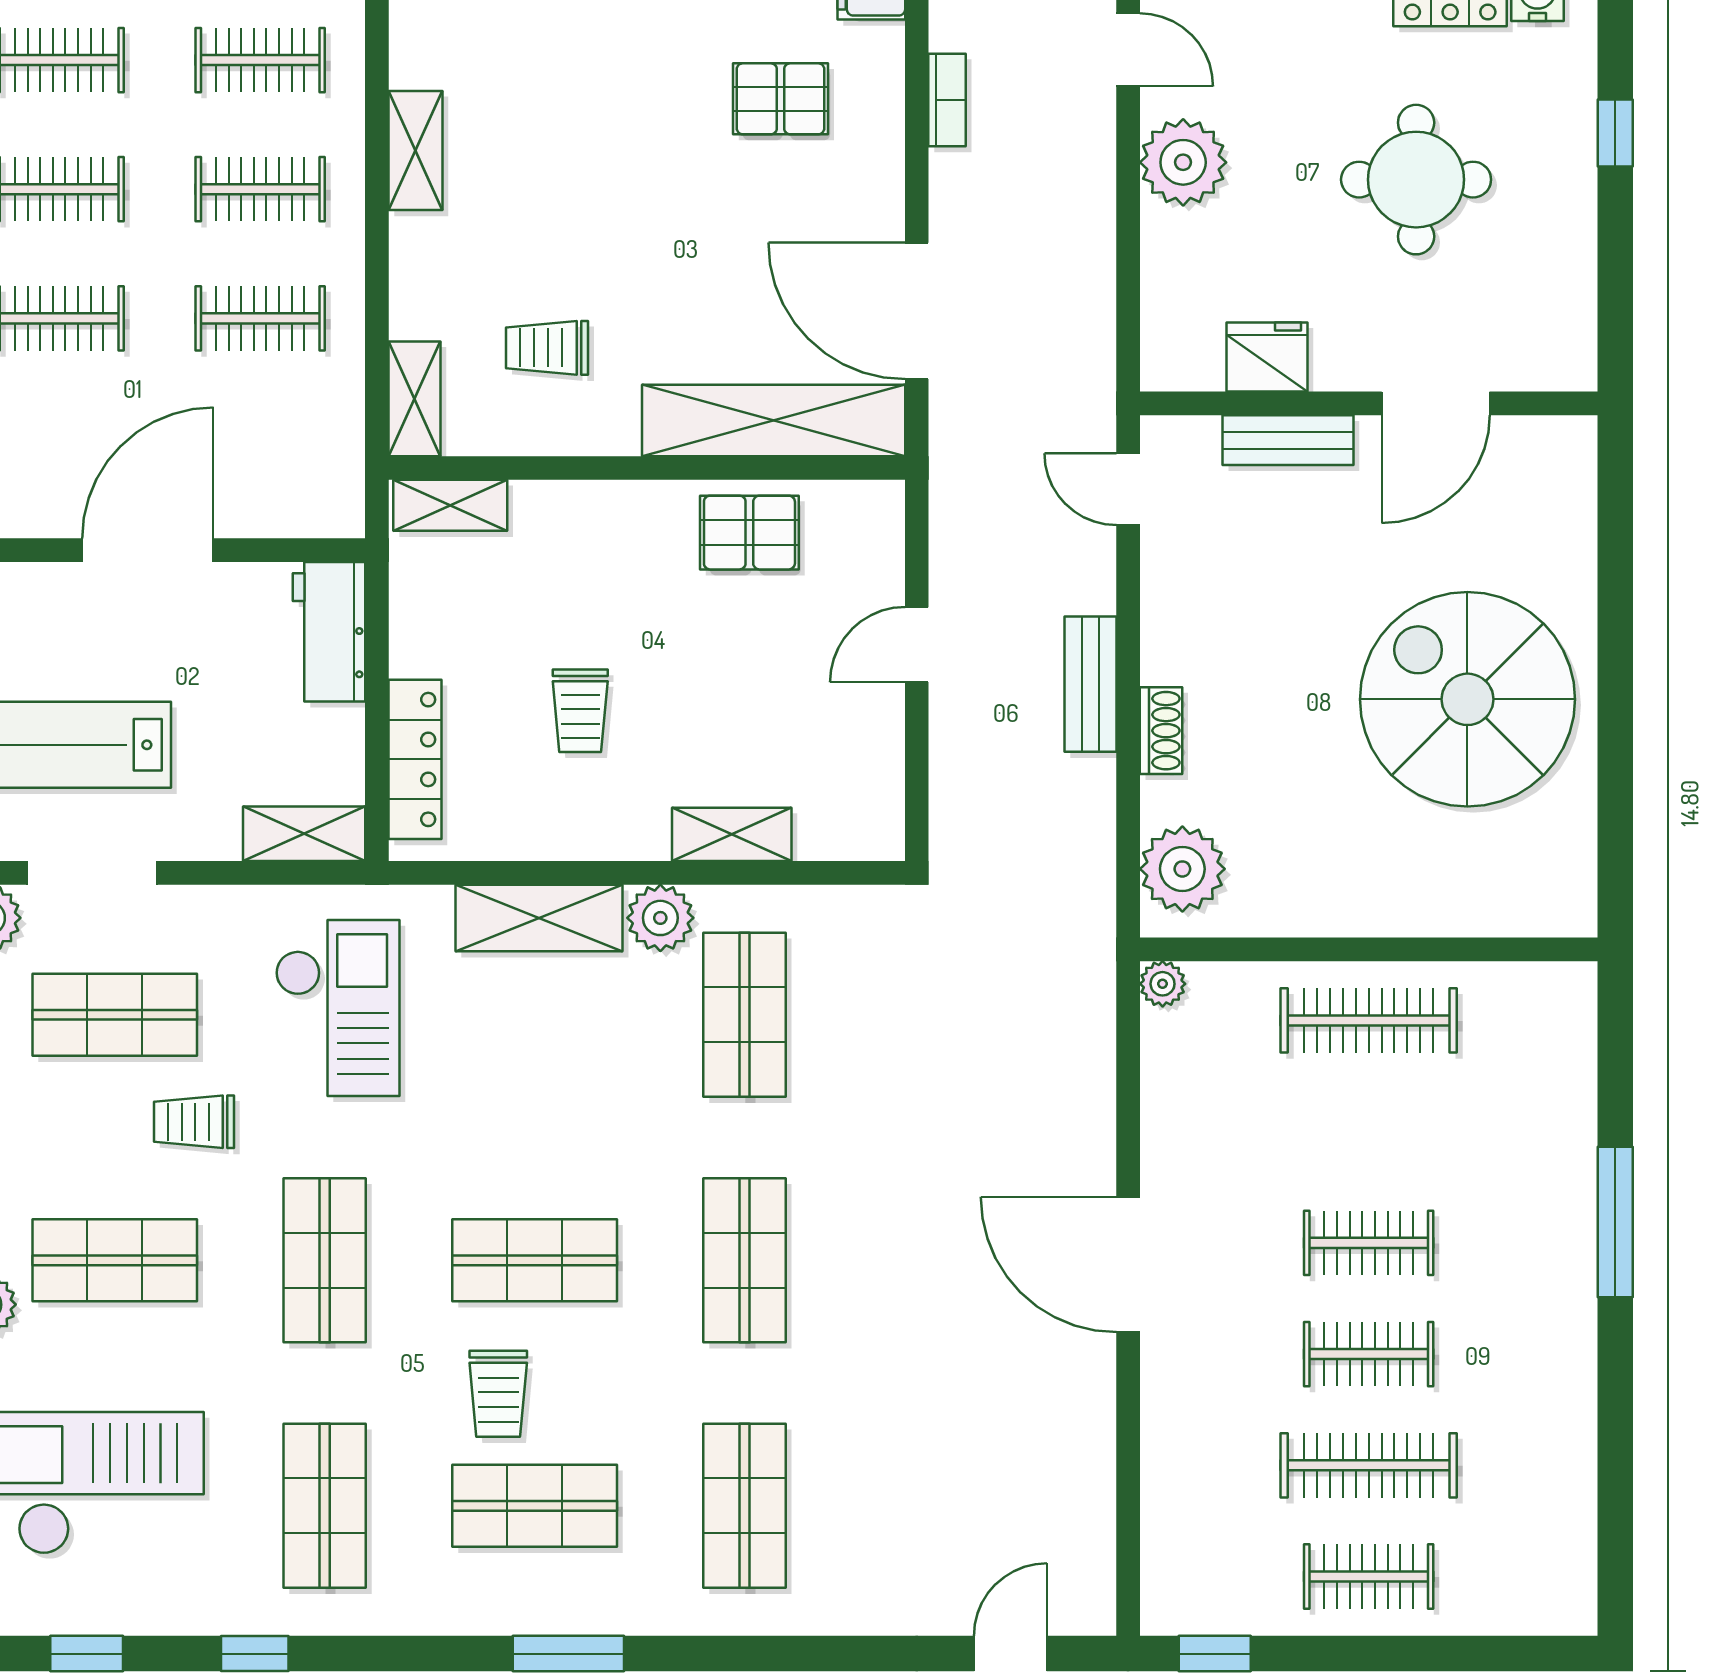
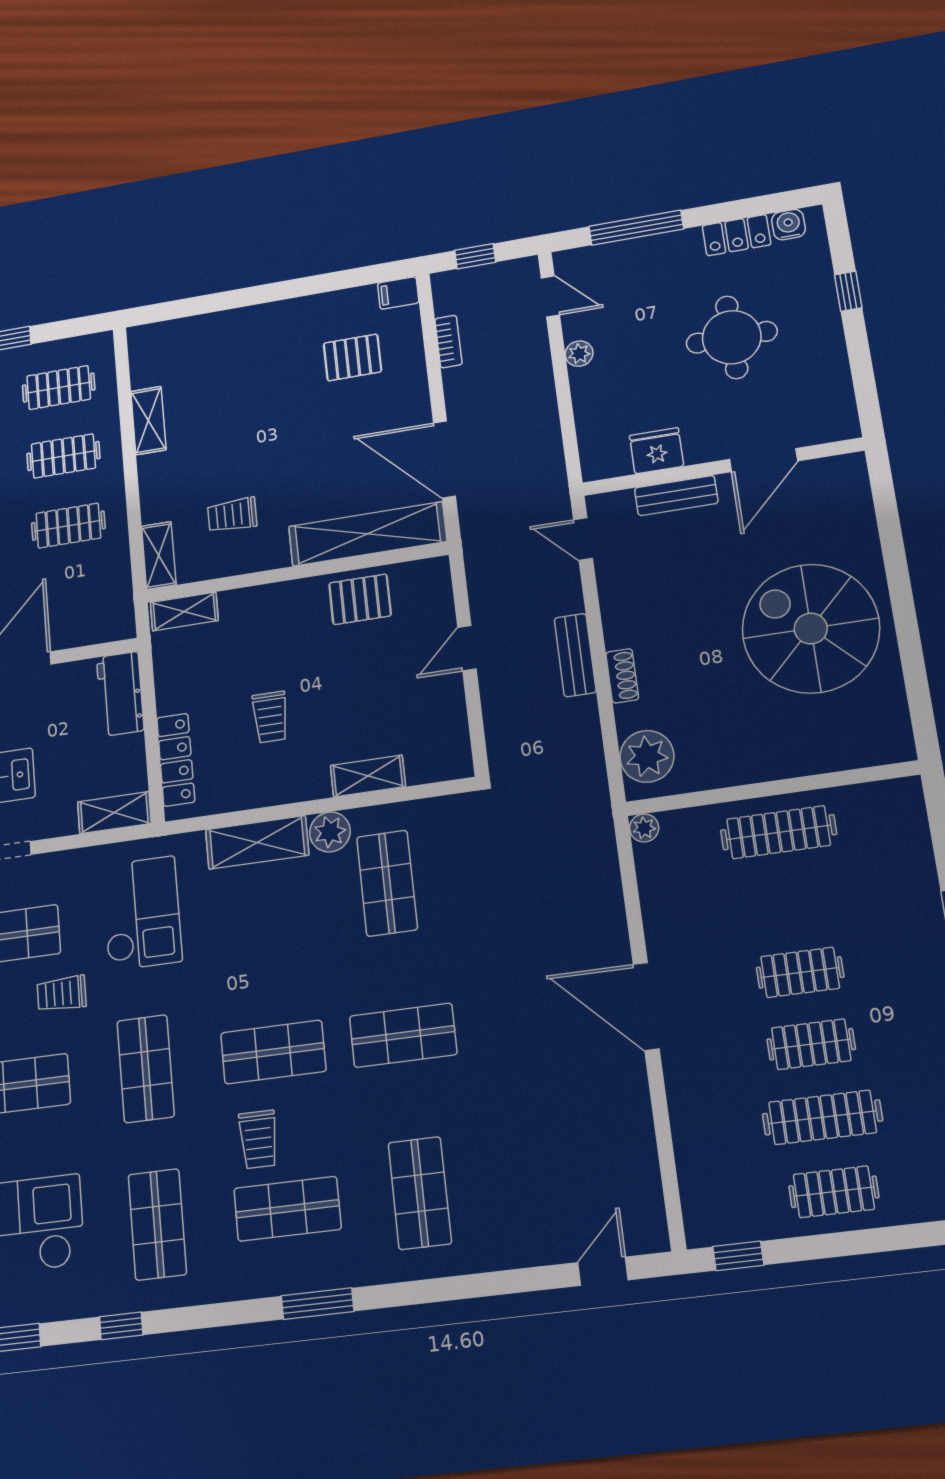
plant: (1183, 162) -> (579, 354), width x0.53, depth x0.53
shop shelf: (745, 1260) -> (403, 1035), turned 90

